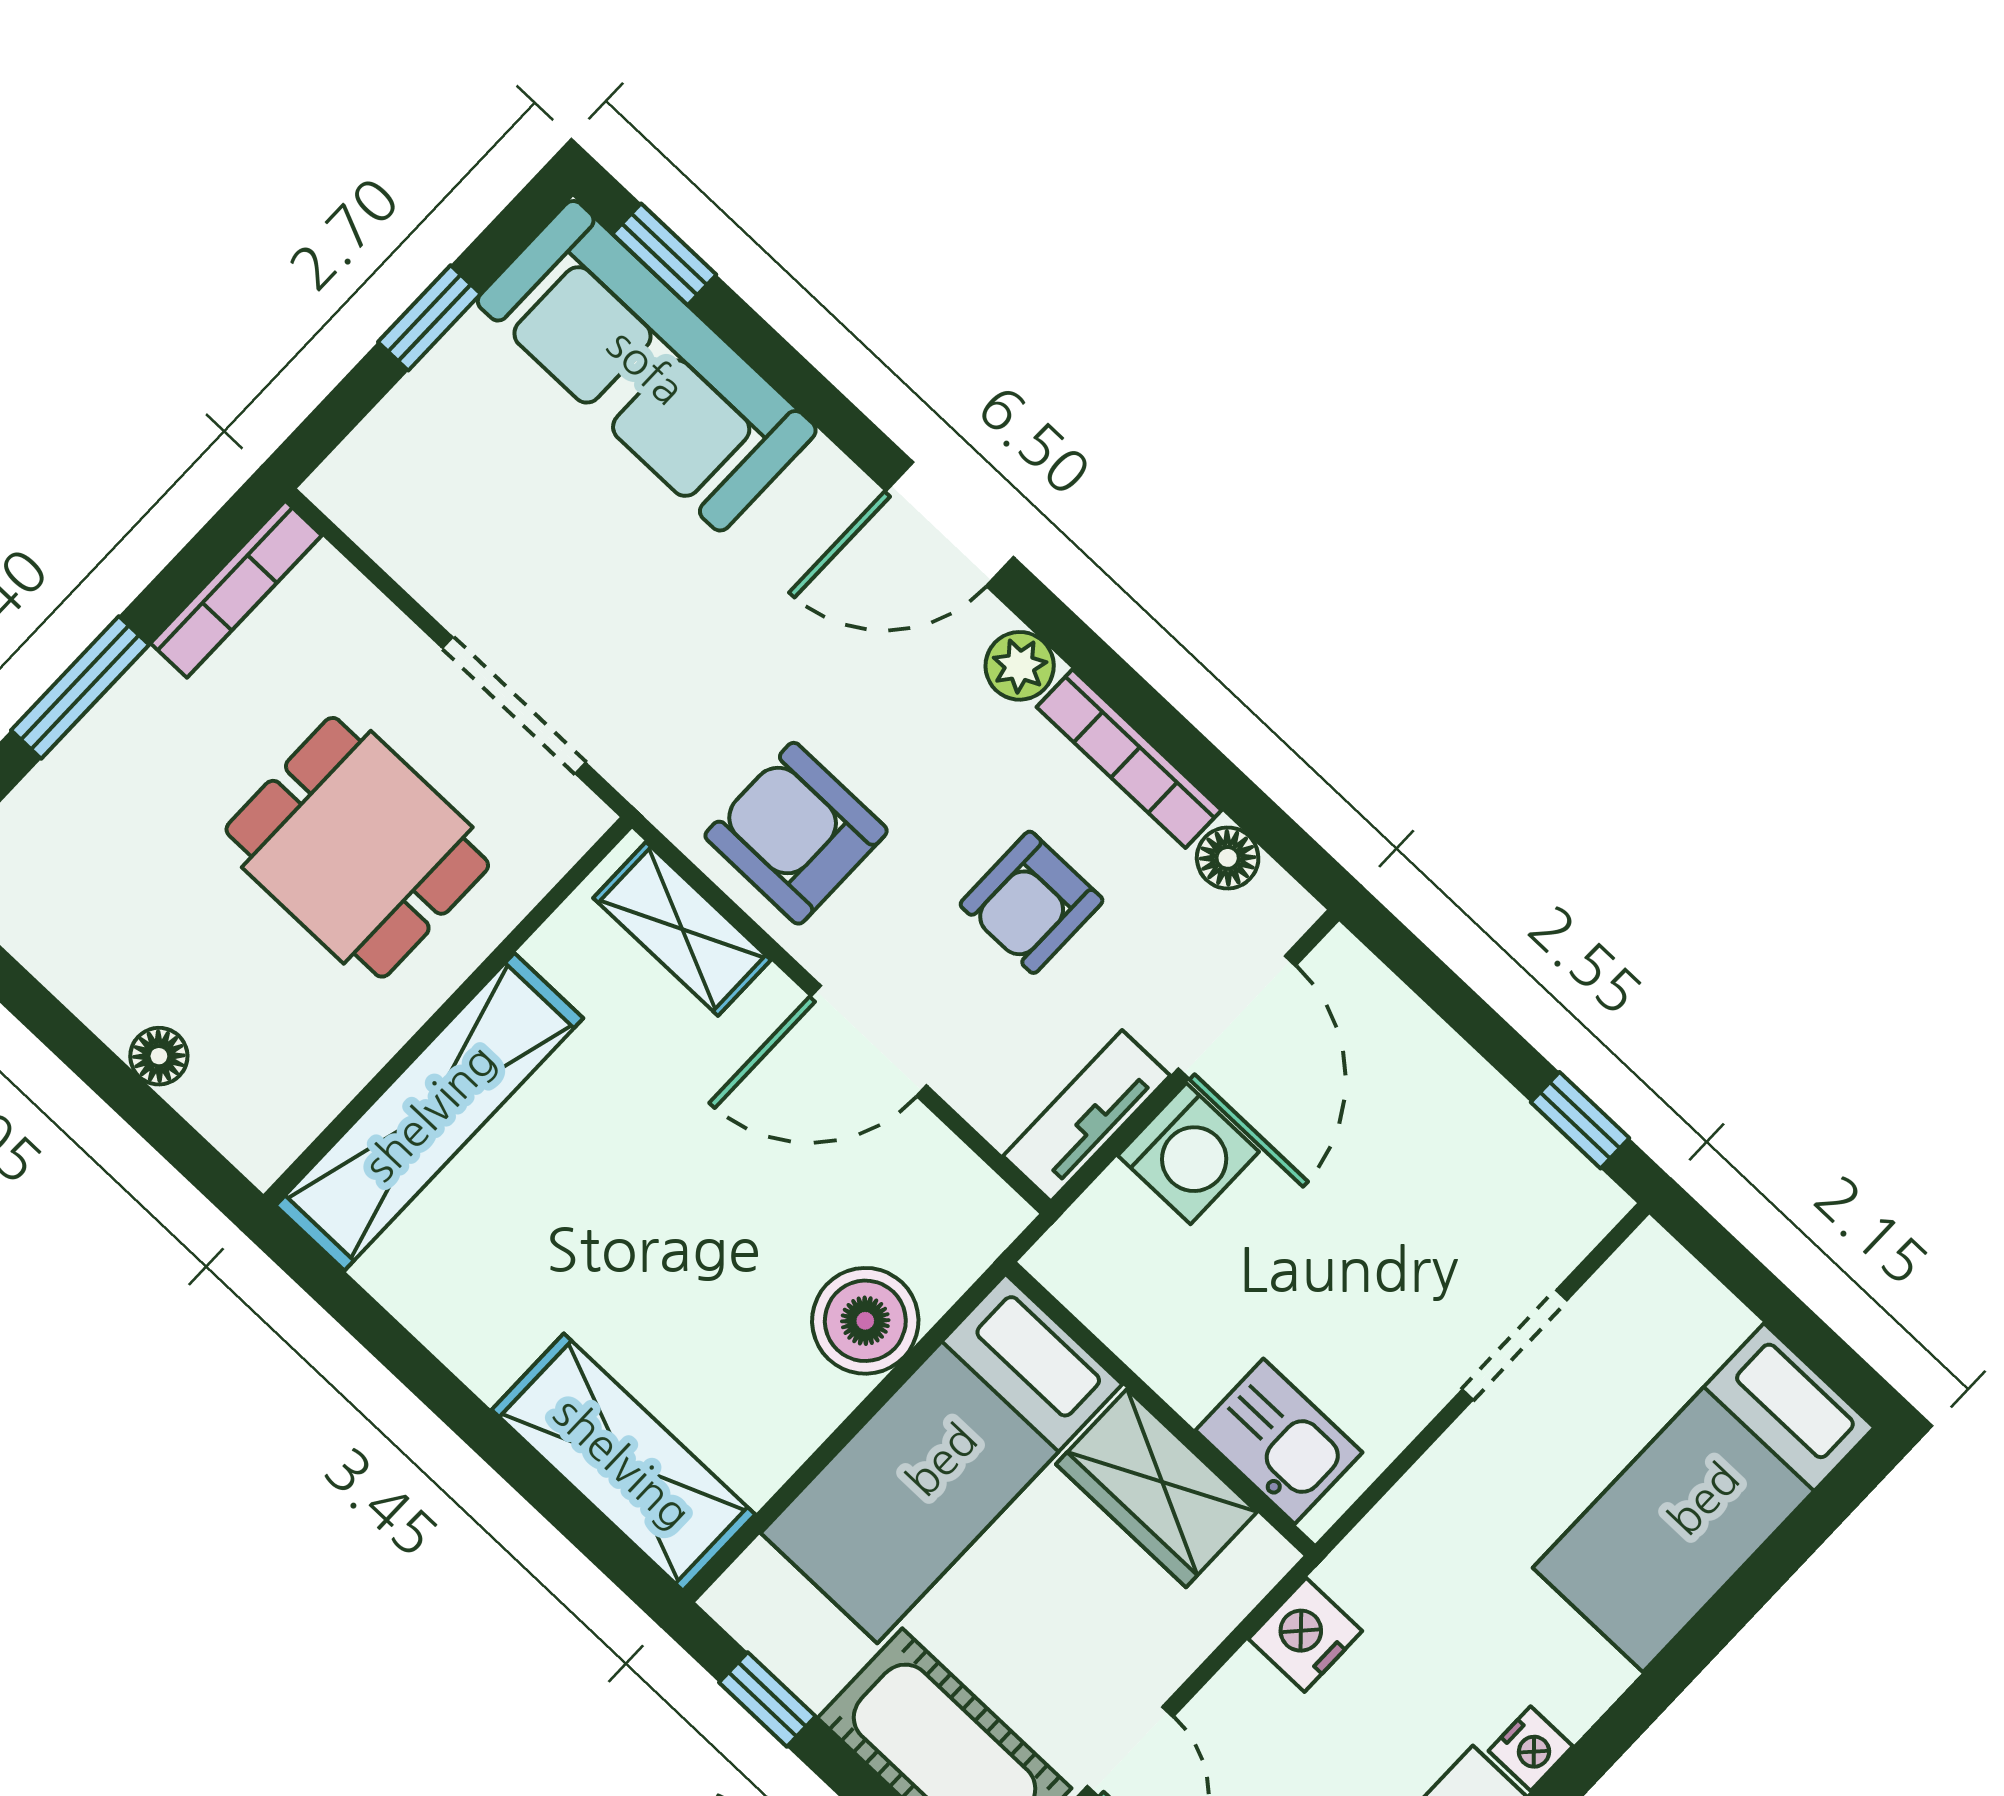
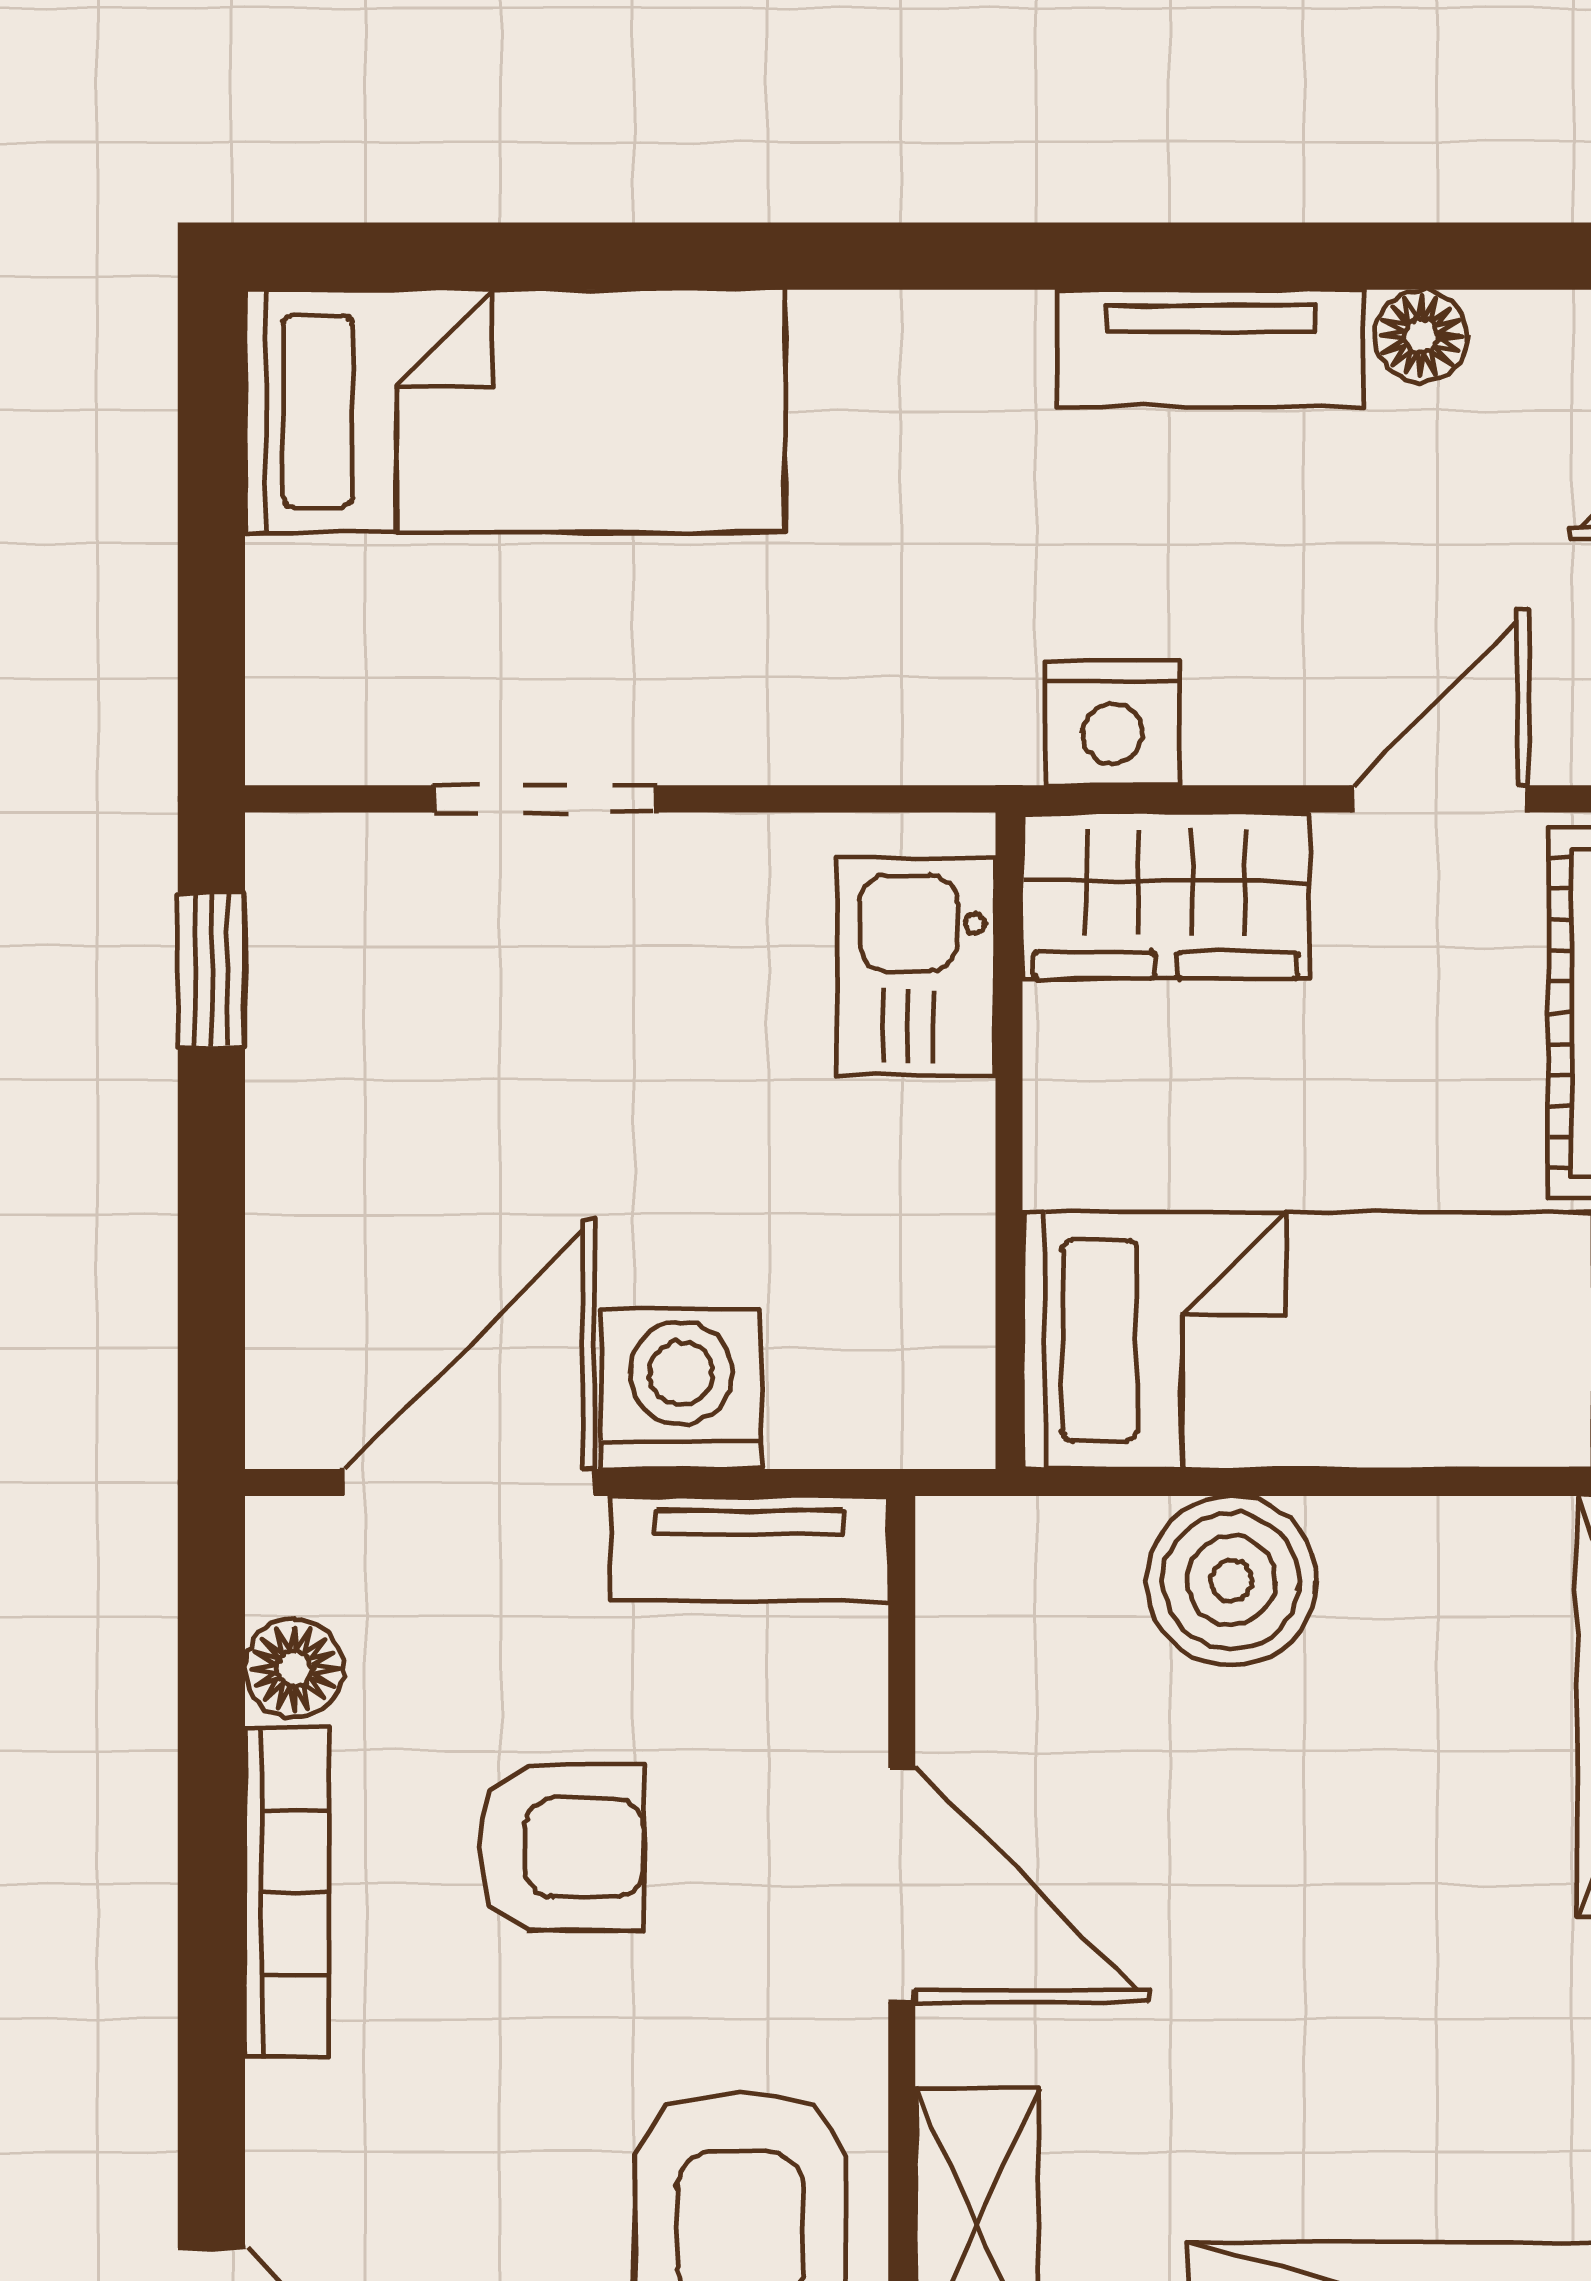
plant: (1020, 666) -> (299, 2122), removed
wardrobe: (1156, 1488) -> (1166, 895), moved, turned 90
nightstand: (1531, 1749) -> (997, 336), removed

